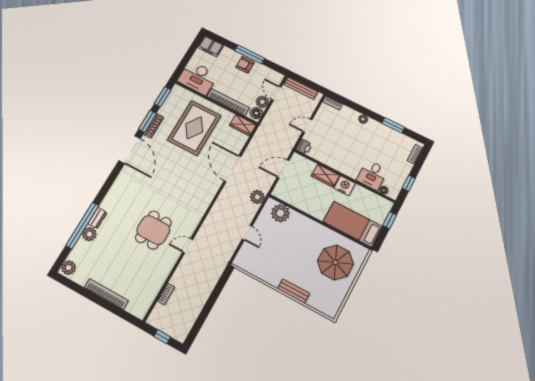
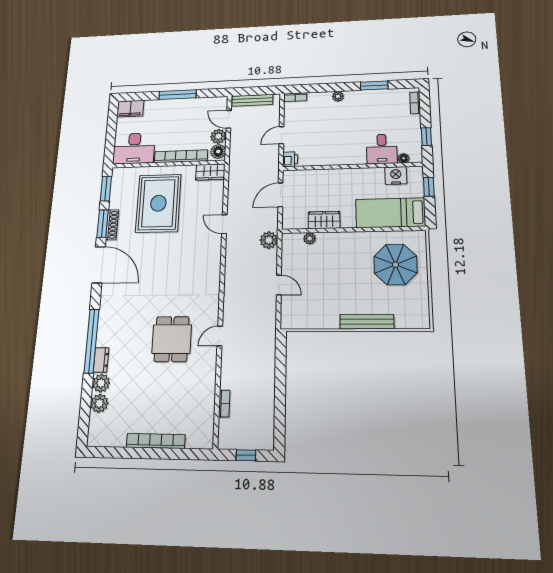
armchair: (245, 65) -> (178, 108), removed
door: (232, 169) -> (224, 224), width x0.53
wardrobe: (325, 176) -> (324, 220), moved, turned 180
nightstand: (345, 186) -> (396, 175), moved
plant: (280, 213) -> (310, 238), width x0.53, depth x0.53
window: (82, 225) -> (92, 341), moved
plant: (69, 268) -> (99, 403), moved
bench: (293, 291) -> (367, 322), width x1.36

